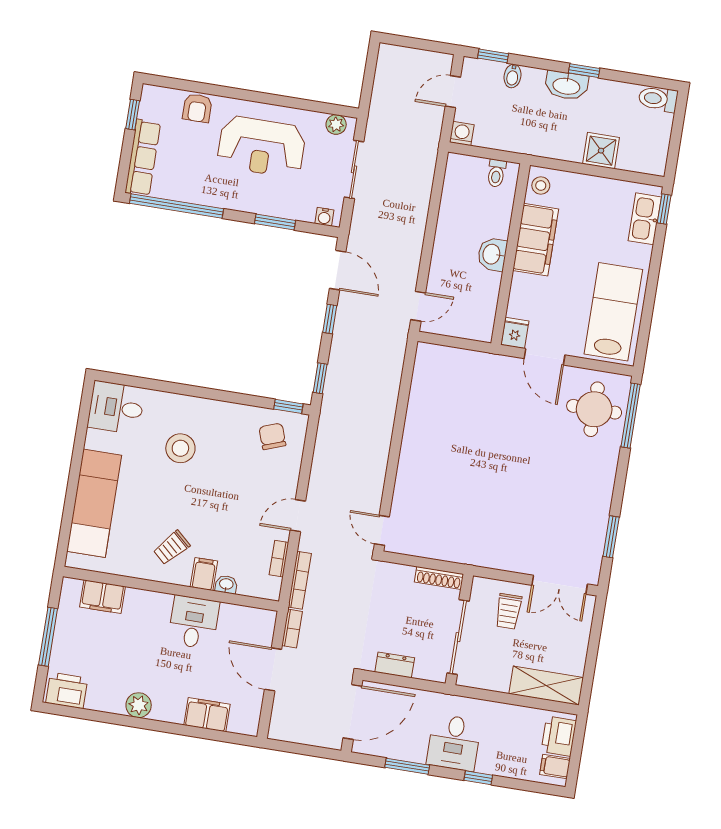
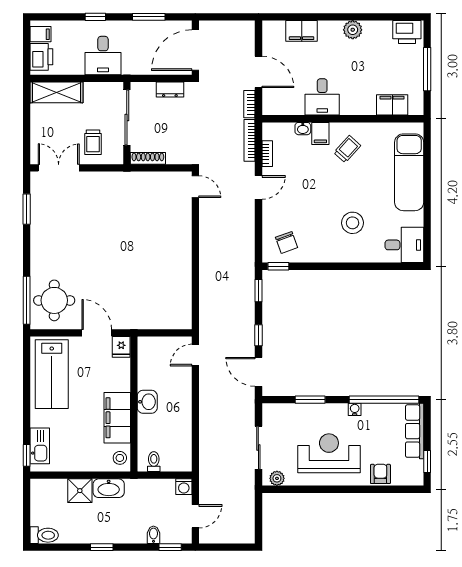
washbasin: (566, 85) -> (109, 488), moved, turned 180
water cooler: (324, 217) -> (355, 409), moved
trolley: (508, 611) -> (93, 142), turned 180
desk: (454, 743) -> (103, 56), moved, turned 180

